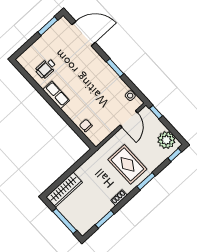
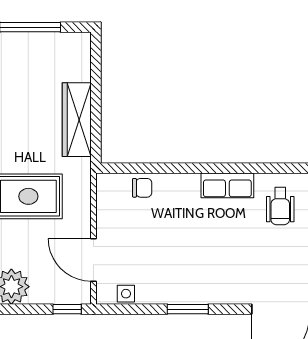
wheelchair: (46, 68) -> (280, 206), turned 180
wardrobe: (64, 190) -> (77, 120), moved

